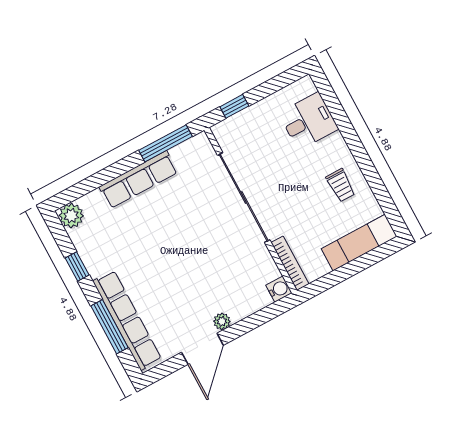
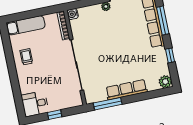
window: (234, 106) -> (55, 115), moved
desk: (308, 121) -> (35, 104), moved

